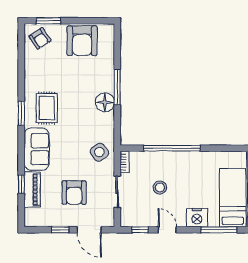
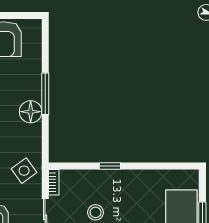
window: (172, 148) -> (110, 166), width x0.32

